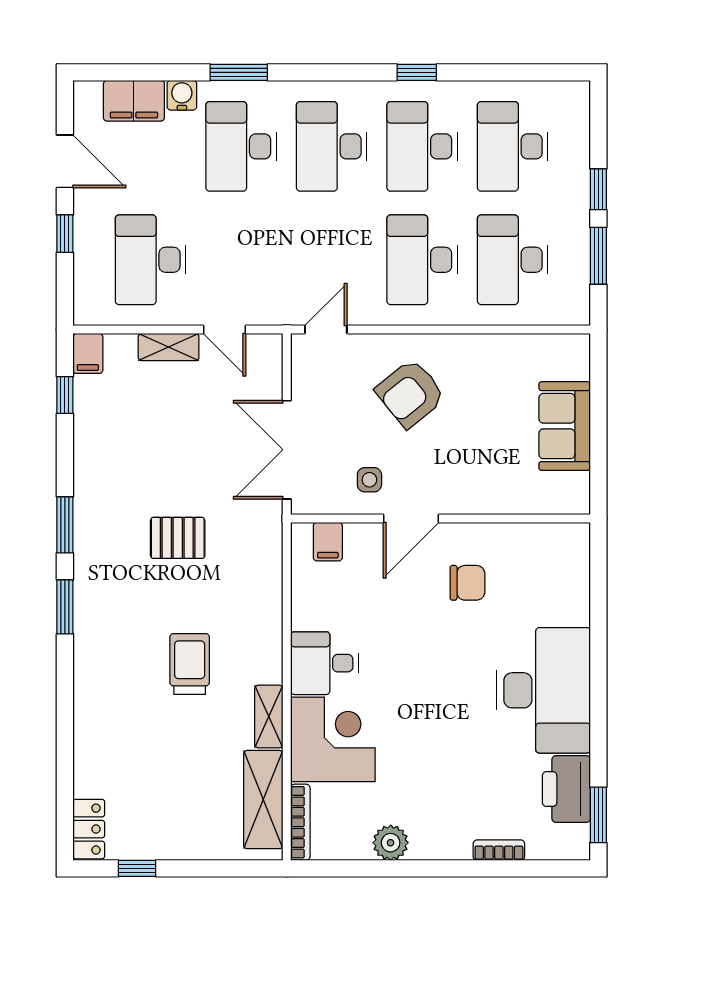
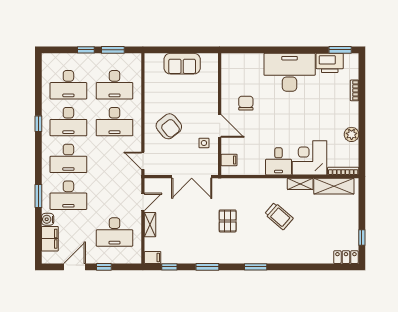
window: (65, 525) -> (207, 267), moved
trolley: (190, 664) -> (279, 216), turned -139

